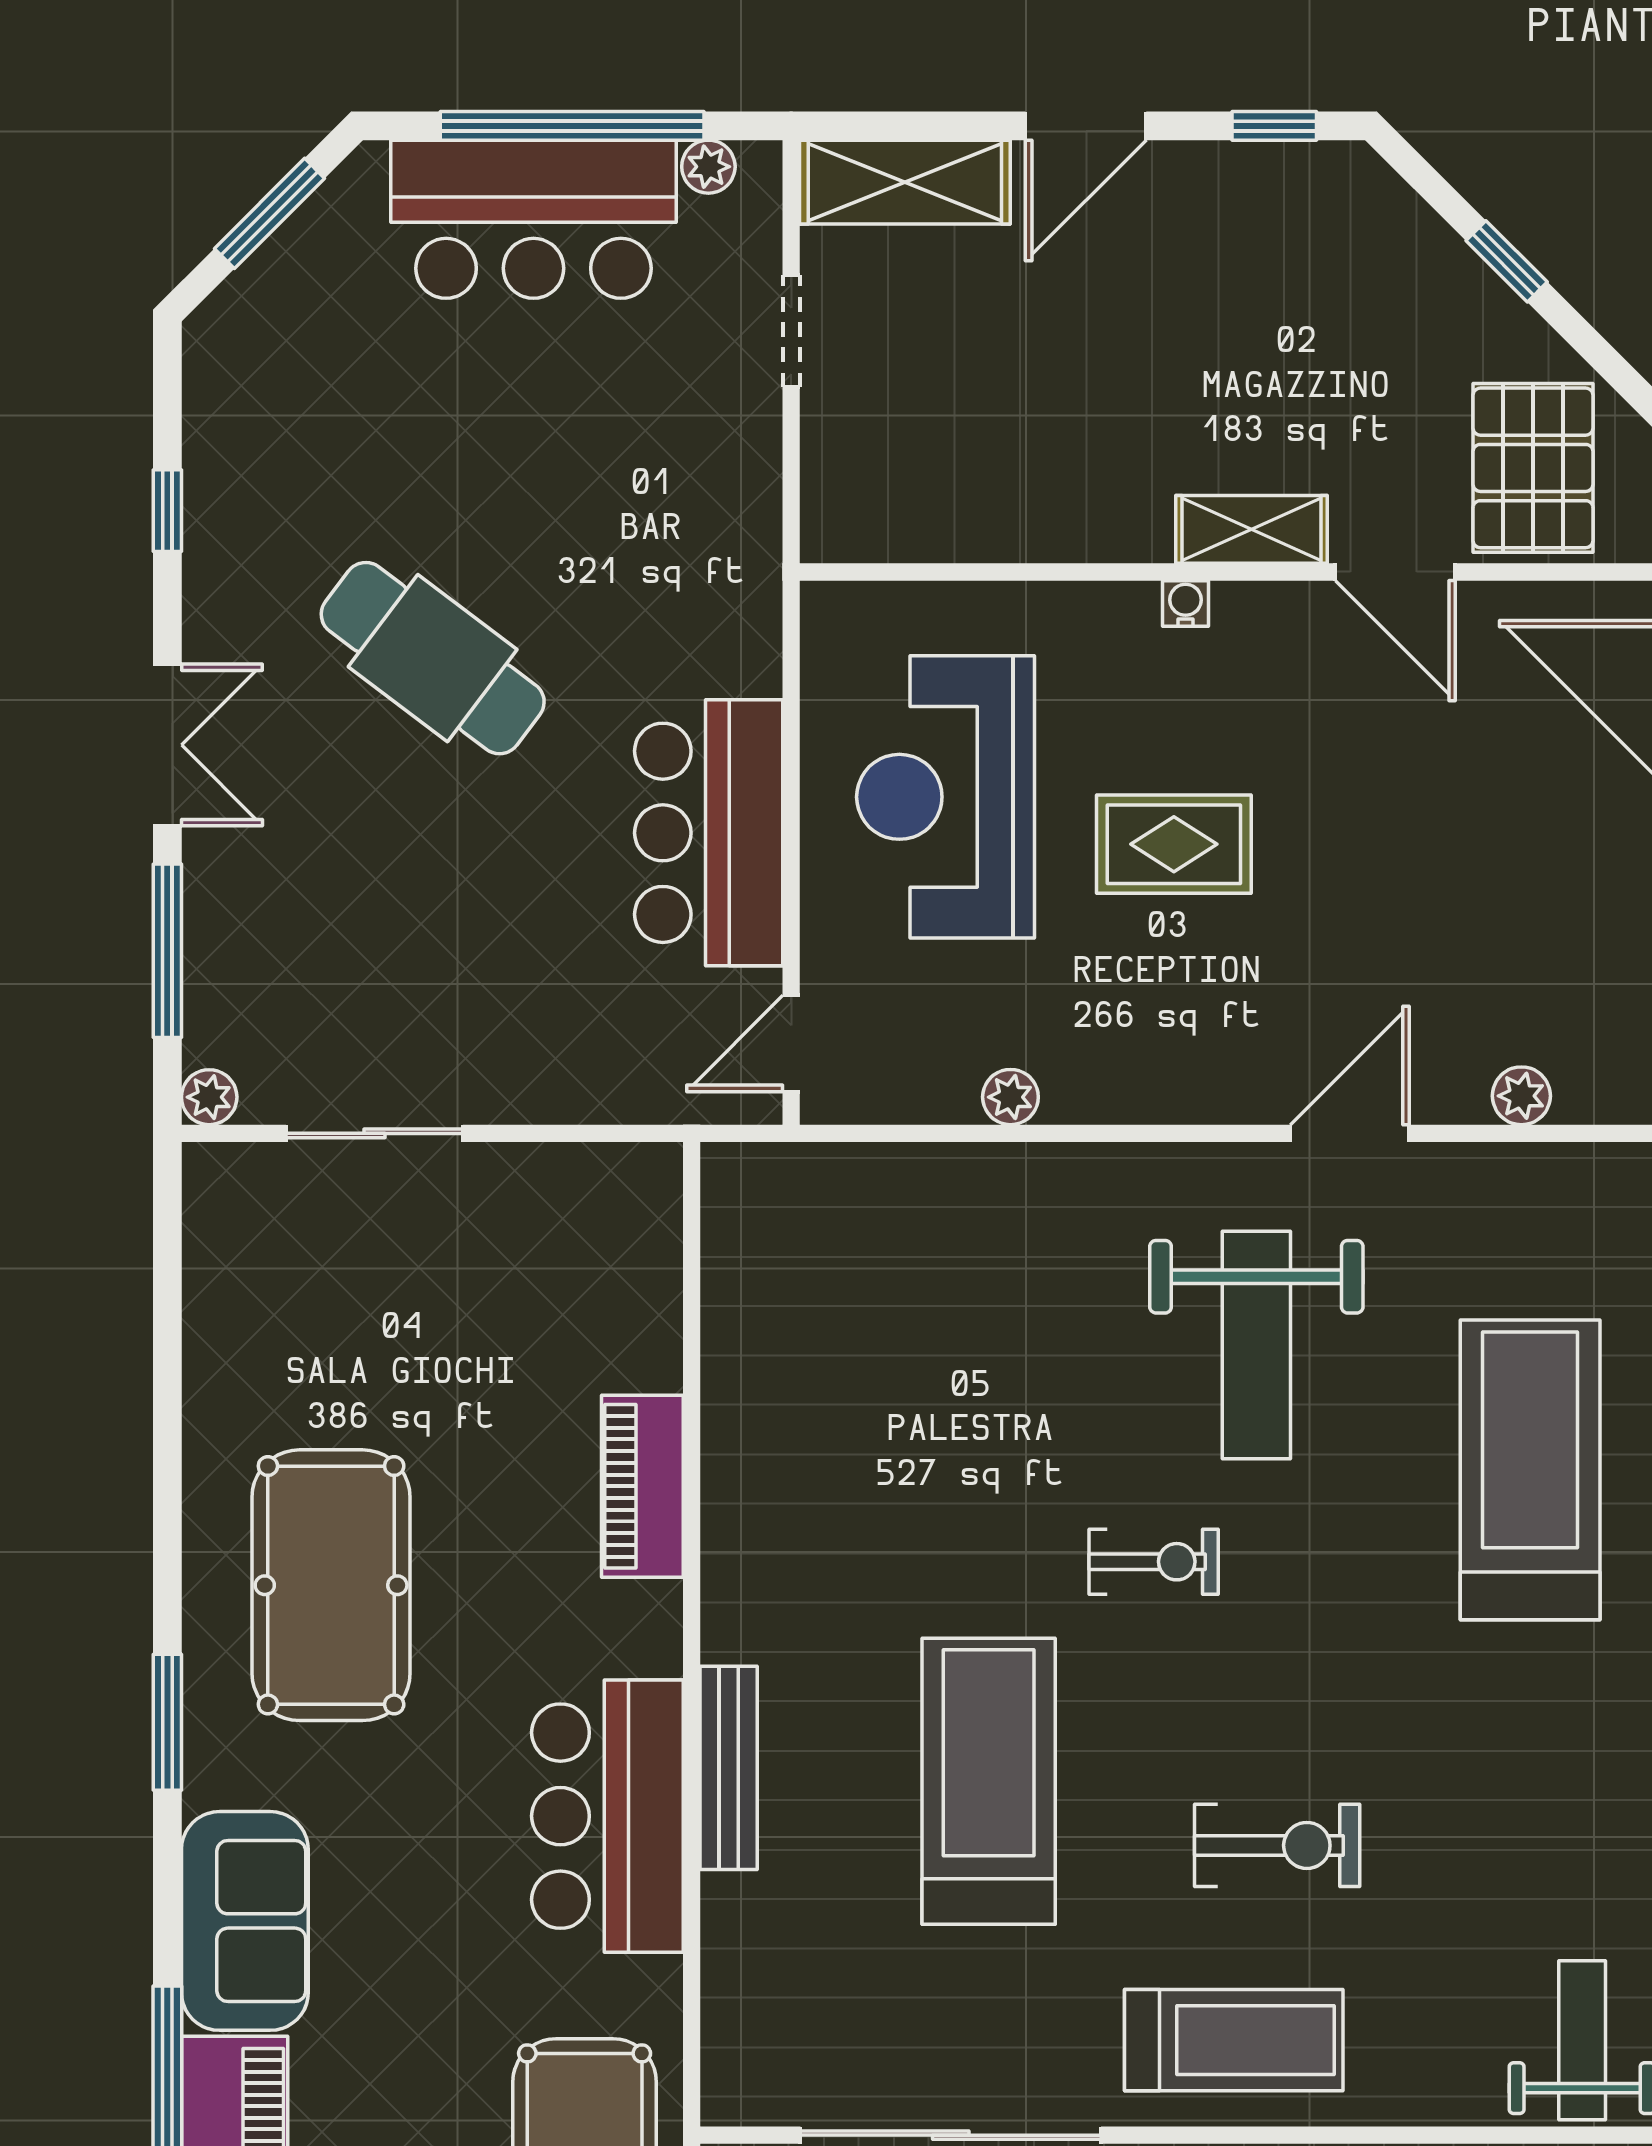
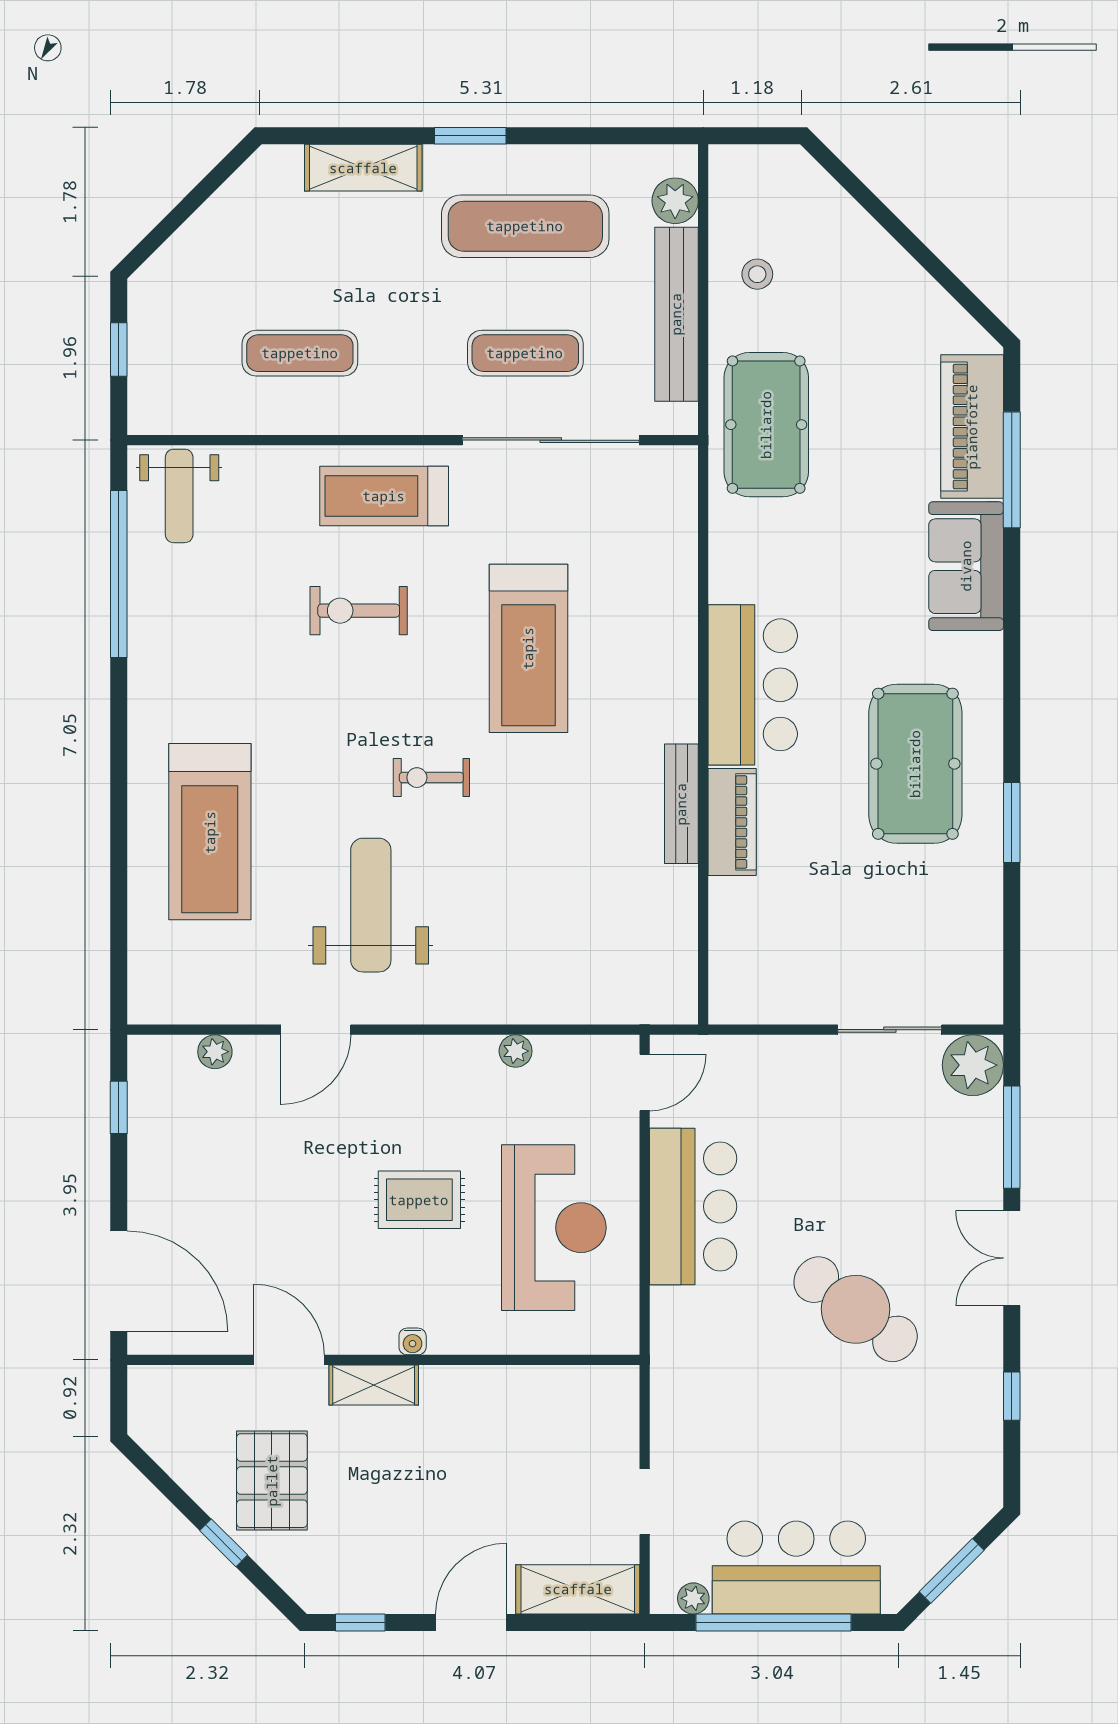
pallet: (1533, 468) -> (272, 1481), moved
plant: (209, 1097) -> (973, 1065), width x1.87, depth x1.87
window: (167, 1722) -> (1012, 822), moved
bench: (729, 1768) -> (681, 804), moved
bar counter: (607, 1816) -> (753, 685), moved

